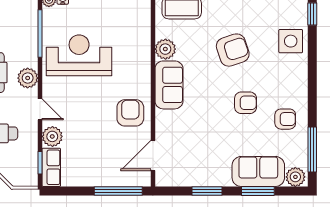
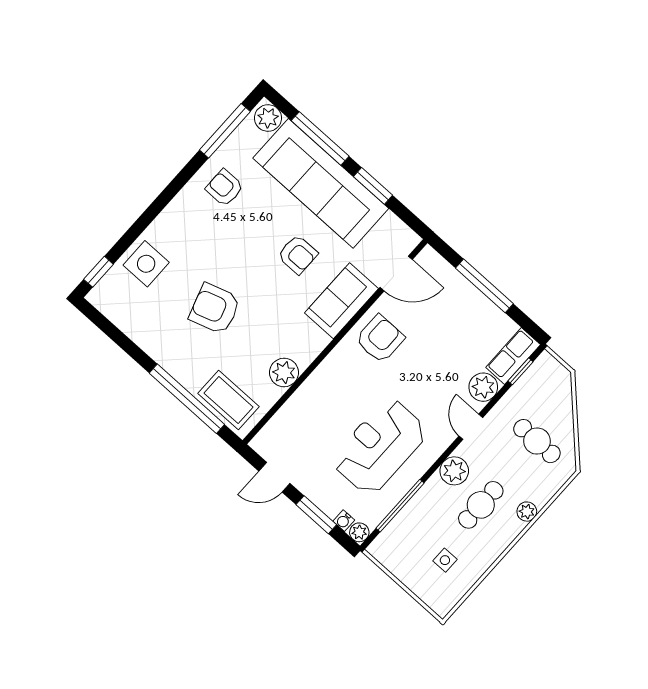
reception desk: (79, 55) -> (380, 447), turned 90
sofa: (169, 85) -> (342, 301), moved
armchair: (246, 103) -> (298, 254), moved, turned 180
armchair: (130, 113) -> (380, 339), turned 180
sofa: (258, 171) -> (321, 183), width x1.85, depth x1.27
window: (118, 191) -> (484, 286), moved
window: (258, 191) -> (320, 138), width x1.44

